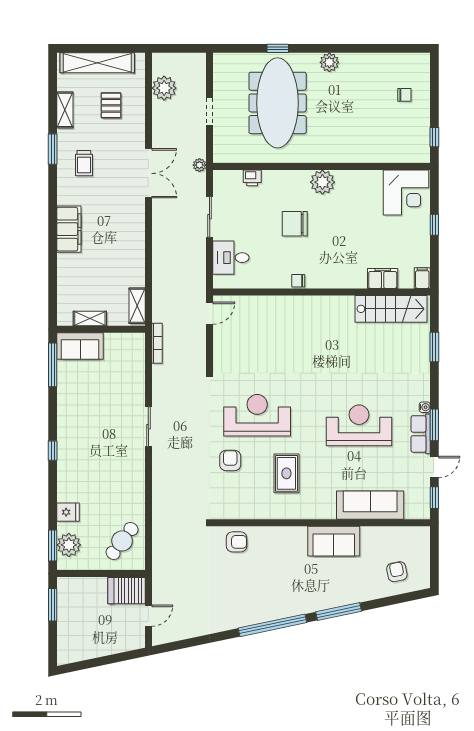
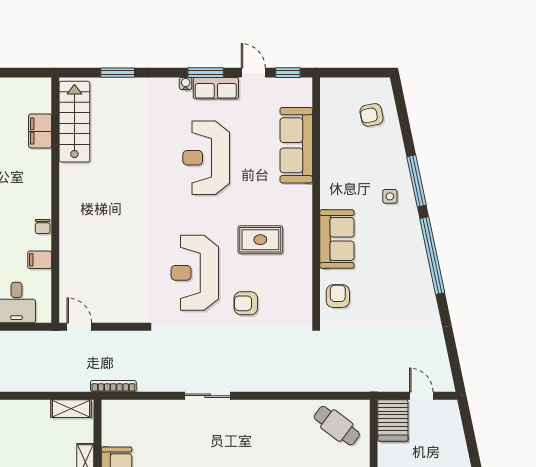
filing cabinet: (422, 278) -> (40, 260), moved
sofa: (334, 541) -> (337, 239), moved
side table: (325, 588) -> (390, 196), added

